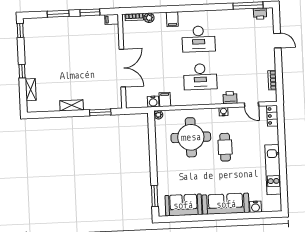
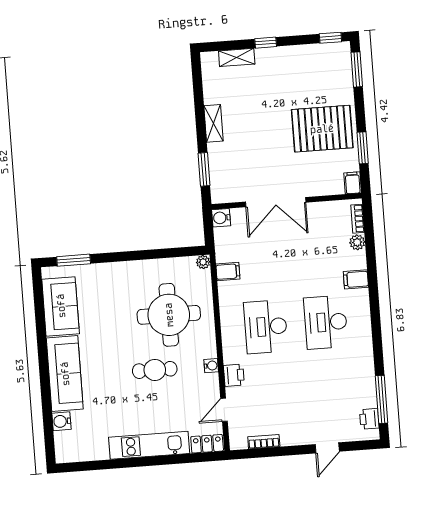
window: (58, 14) -> (357, 69), moved
pallet: (77, 37) -> (322, 129), added
water cooler: (153, 102) -> (221, 218), moved
kitchen unit: (273, 170) -> (149, 445), moved

